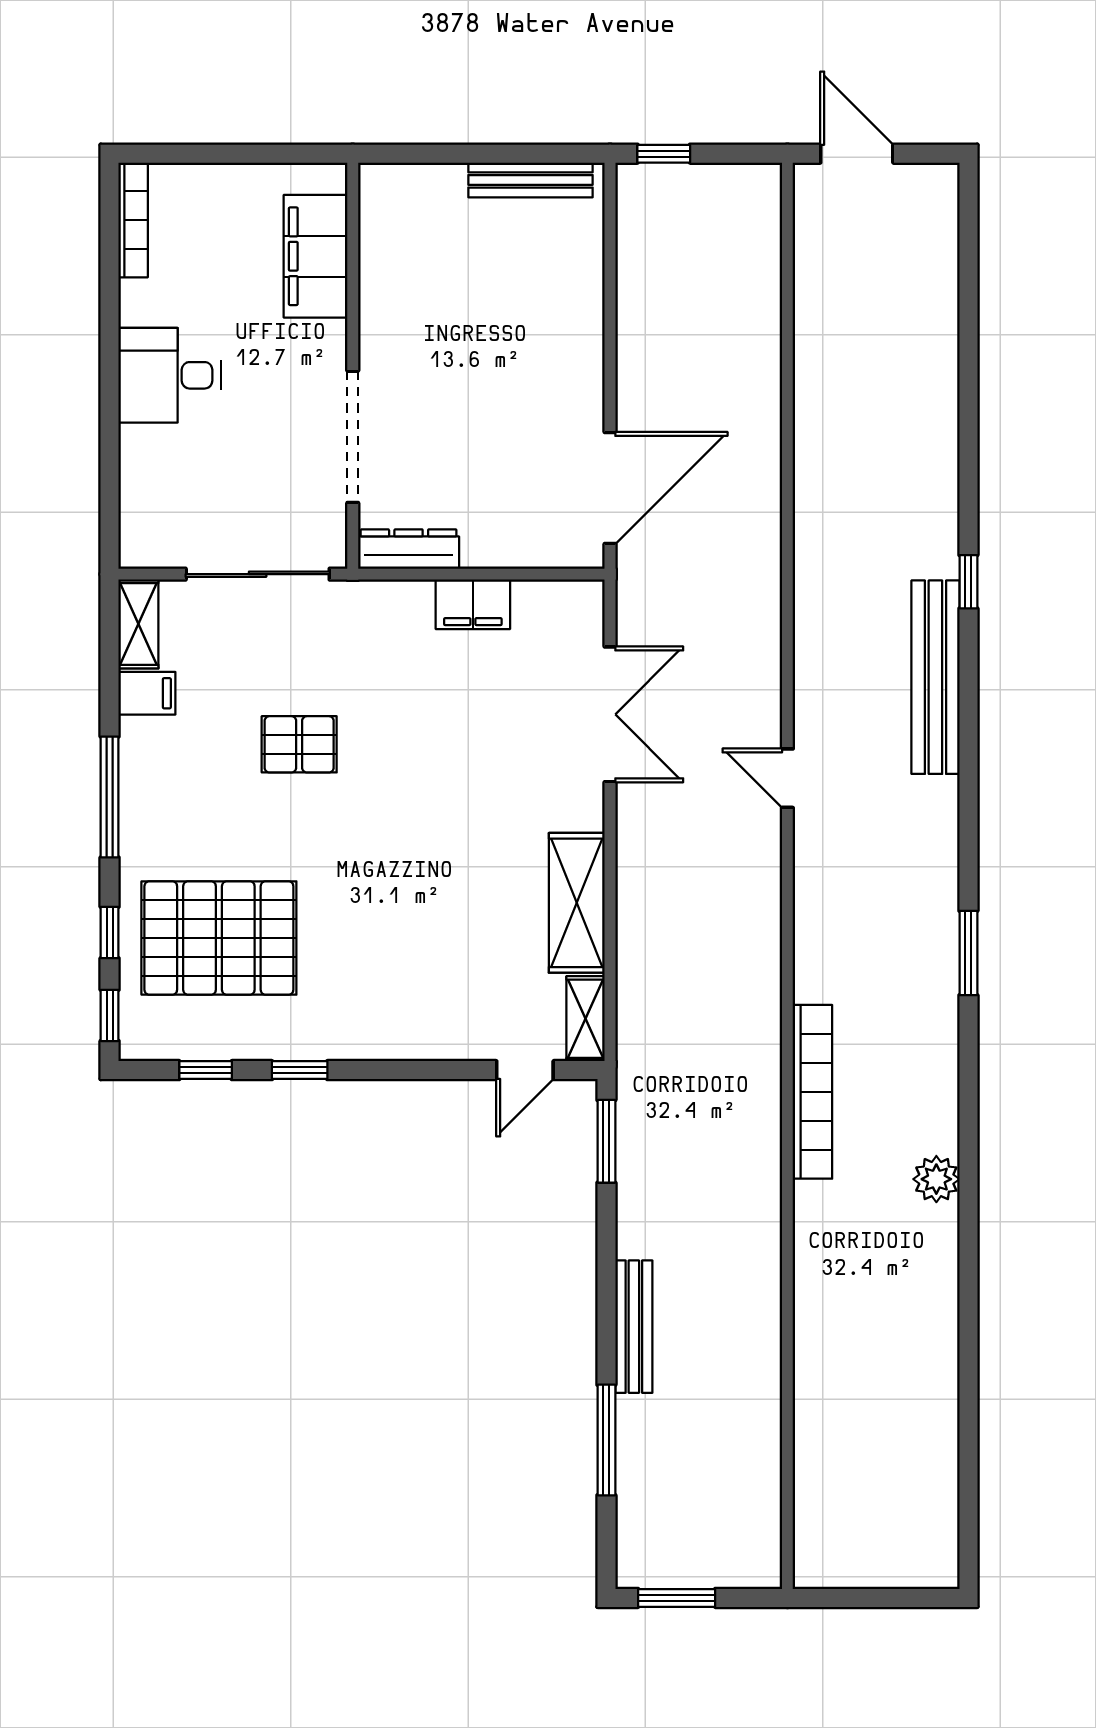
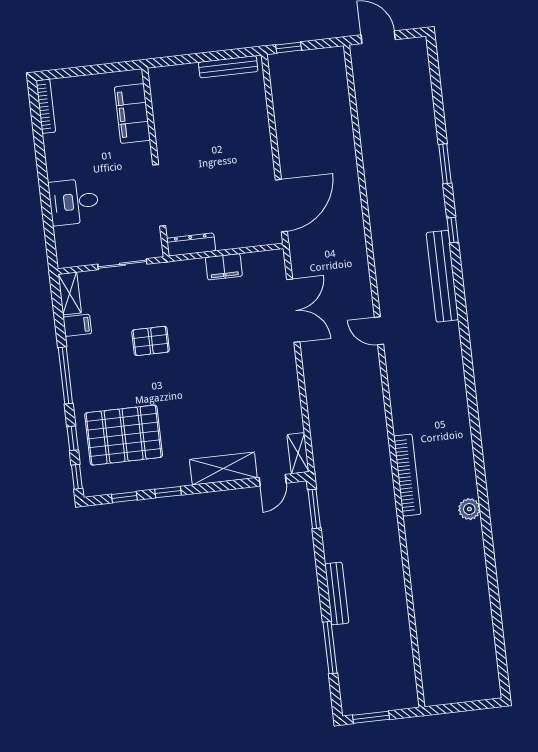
desk: (169, 375) -> (74, 202), moved
sliding door: (258, 574) -> (122, 264), width x0.73
shelving: (577, 903) -> (223, 469), moved, turned 90
window: (968, 953) -> (445, 164), moved

